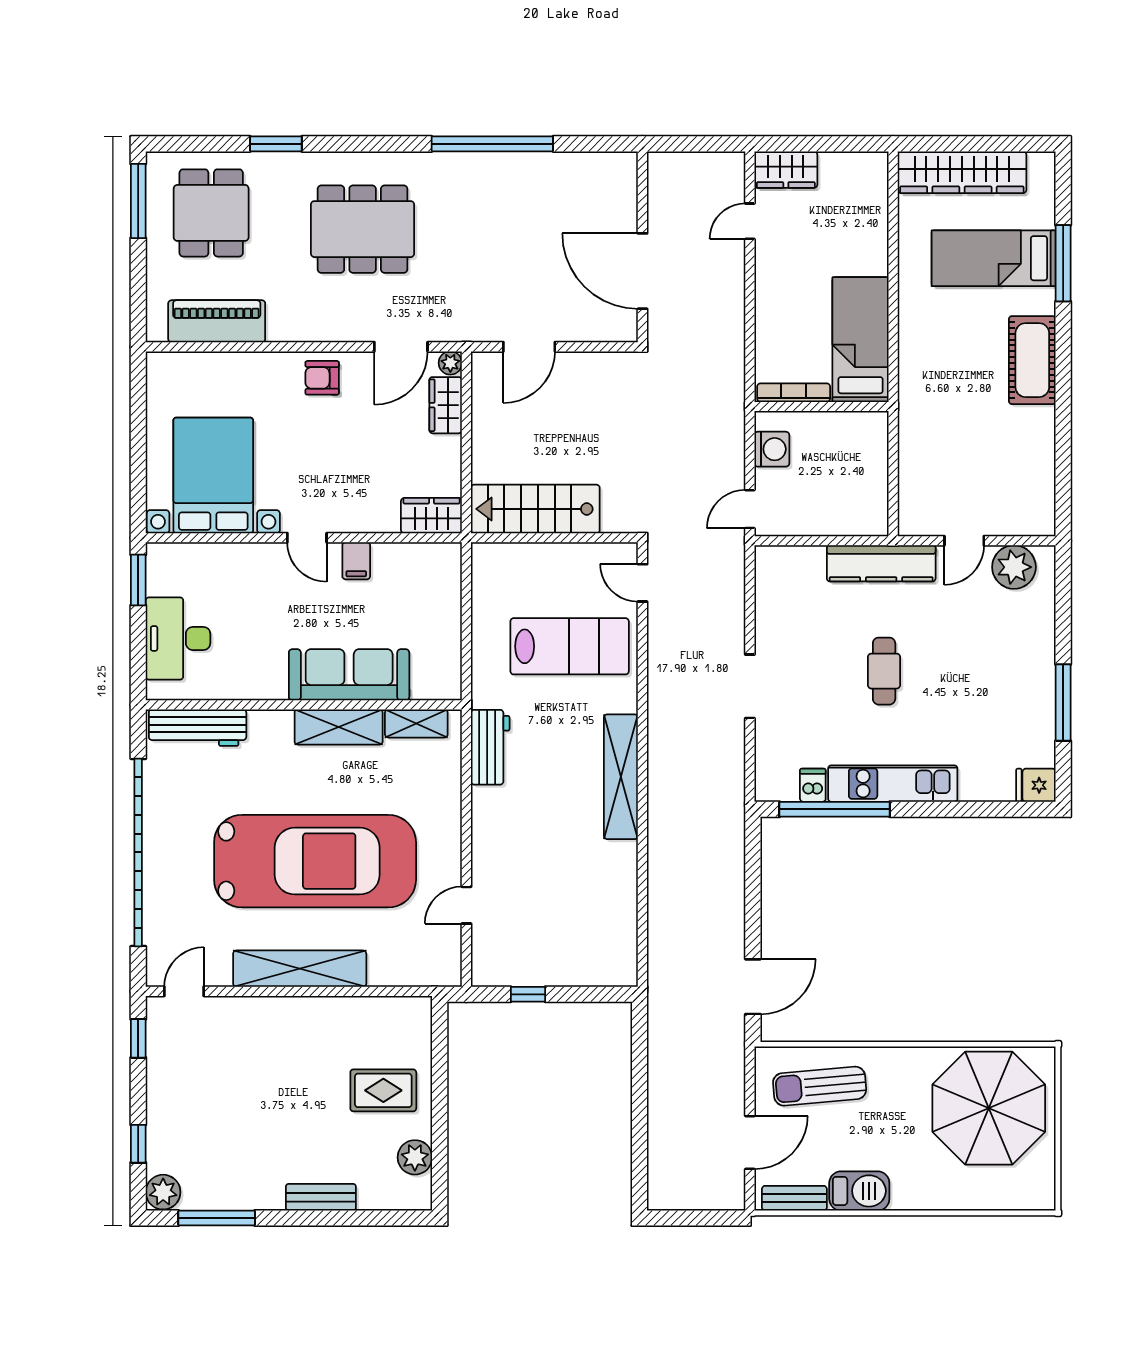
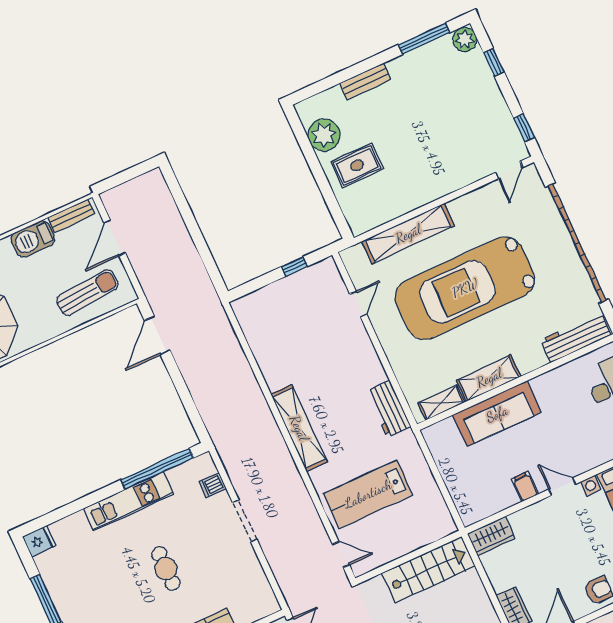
dishwasher: (813, 785) -> (213, 485), moved, turned 90
shelving: (300, 969) -> (408, 234), moved
plant: (415, 1157) -> (324, 135), width x1.36, depth x1.36

